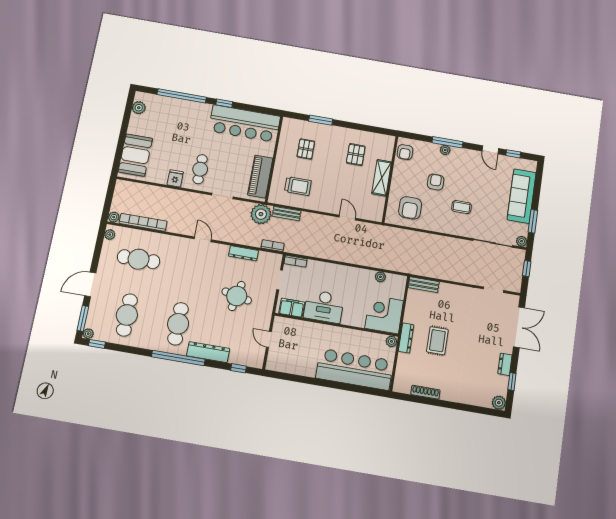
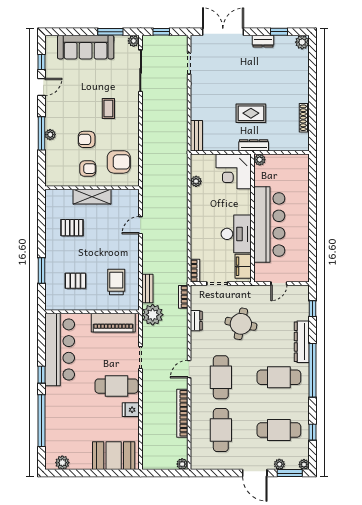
armchair: (405, 152) -> (88, 169), moved
cafe table: (200, 169) -> (117, 386), width x1.37, depth x1.35
bookcase: (143, 222) -> (182, 413), moved
plant: (110, 235) -> (279, 464), moved
dresser: (243, 253) -> (196, 321), width x0.70
cafe table: (189, 268) -> (221, 377), added
window: (97, 344) -> (313, 432), moved
bar counter: (355, 369) -> (269, 224), moved, turned 180

